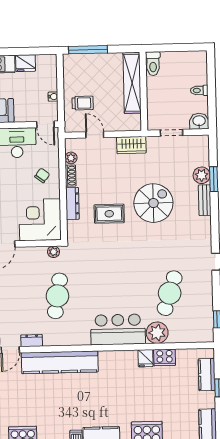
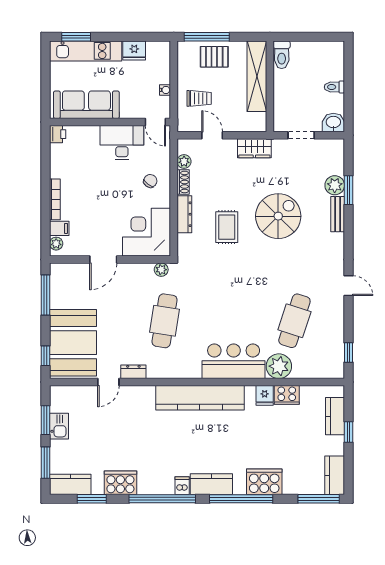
pallet: (95, 67) -> (214, 57), added
rug: (109, 214) -> (227, 227), turned 90
kitchen counter: (60, 362) -> (200, 398), moved

